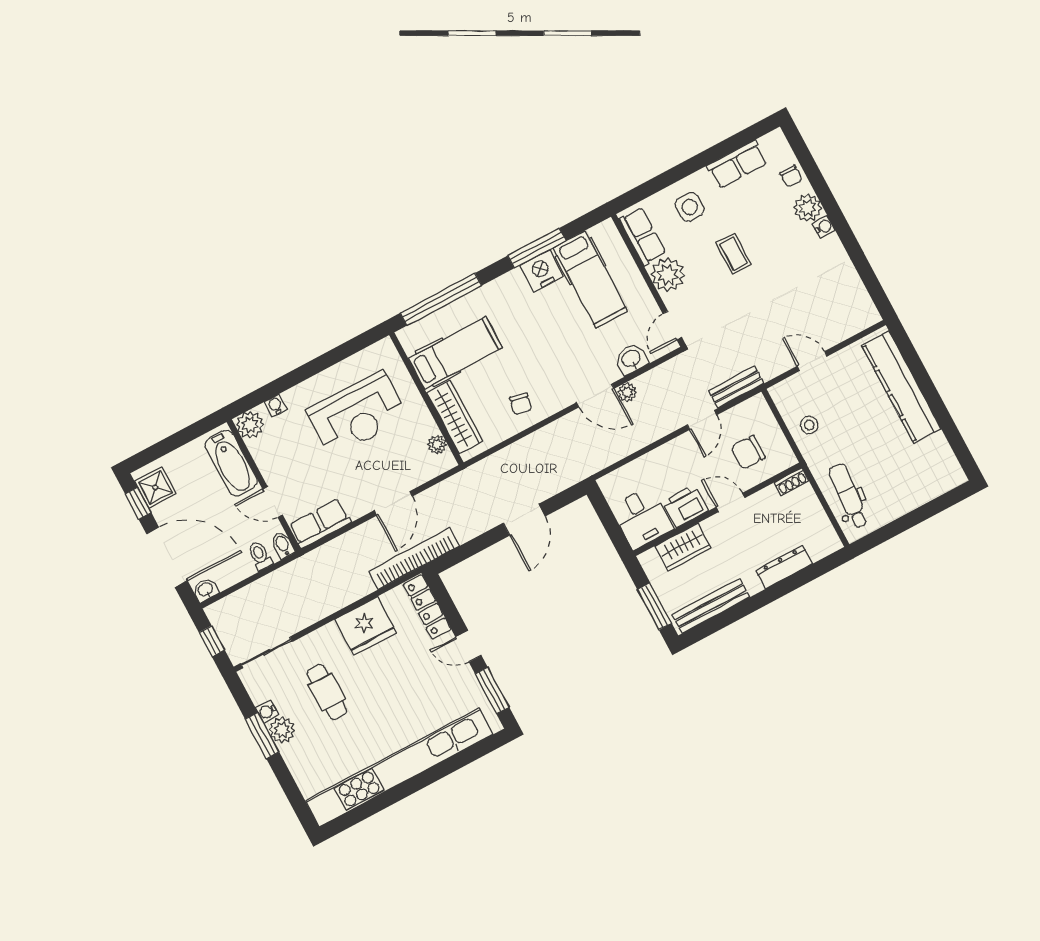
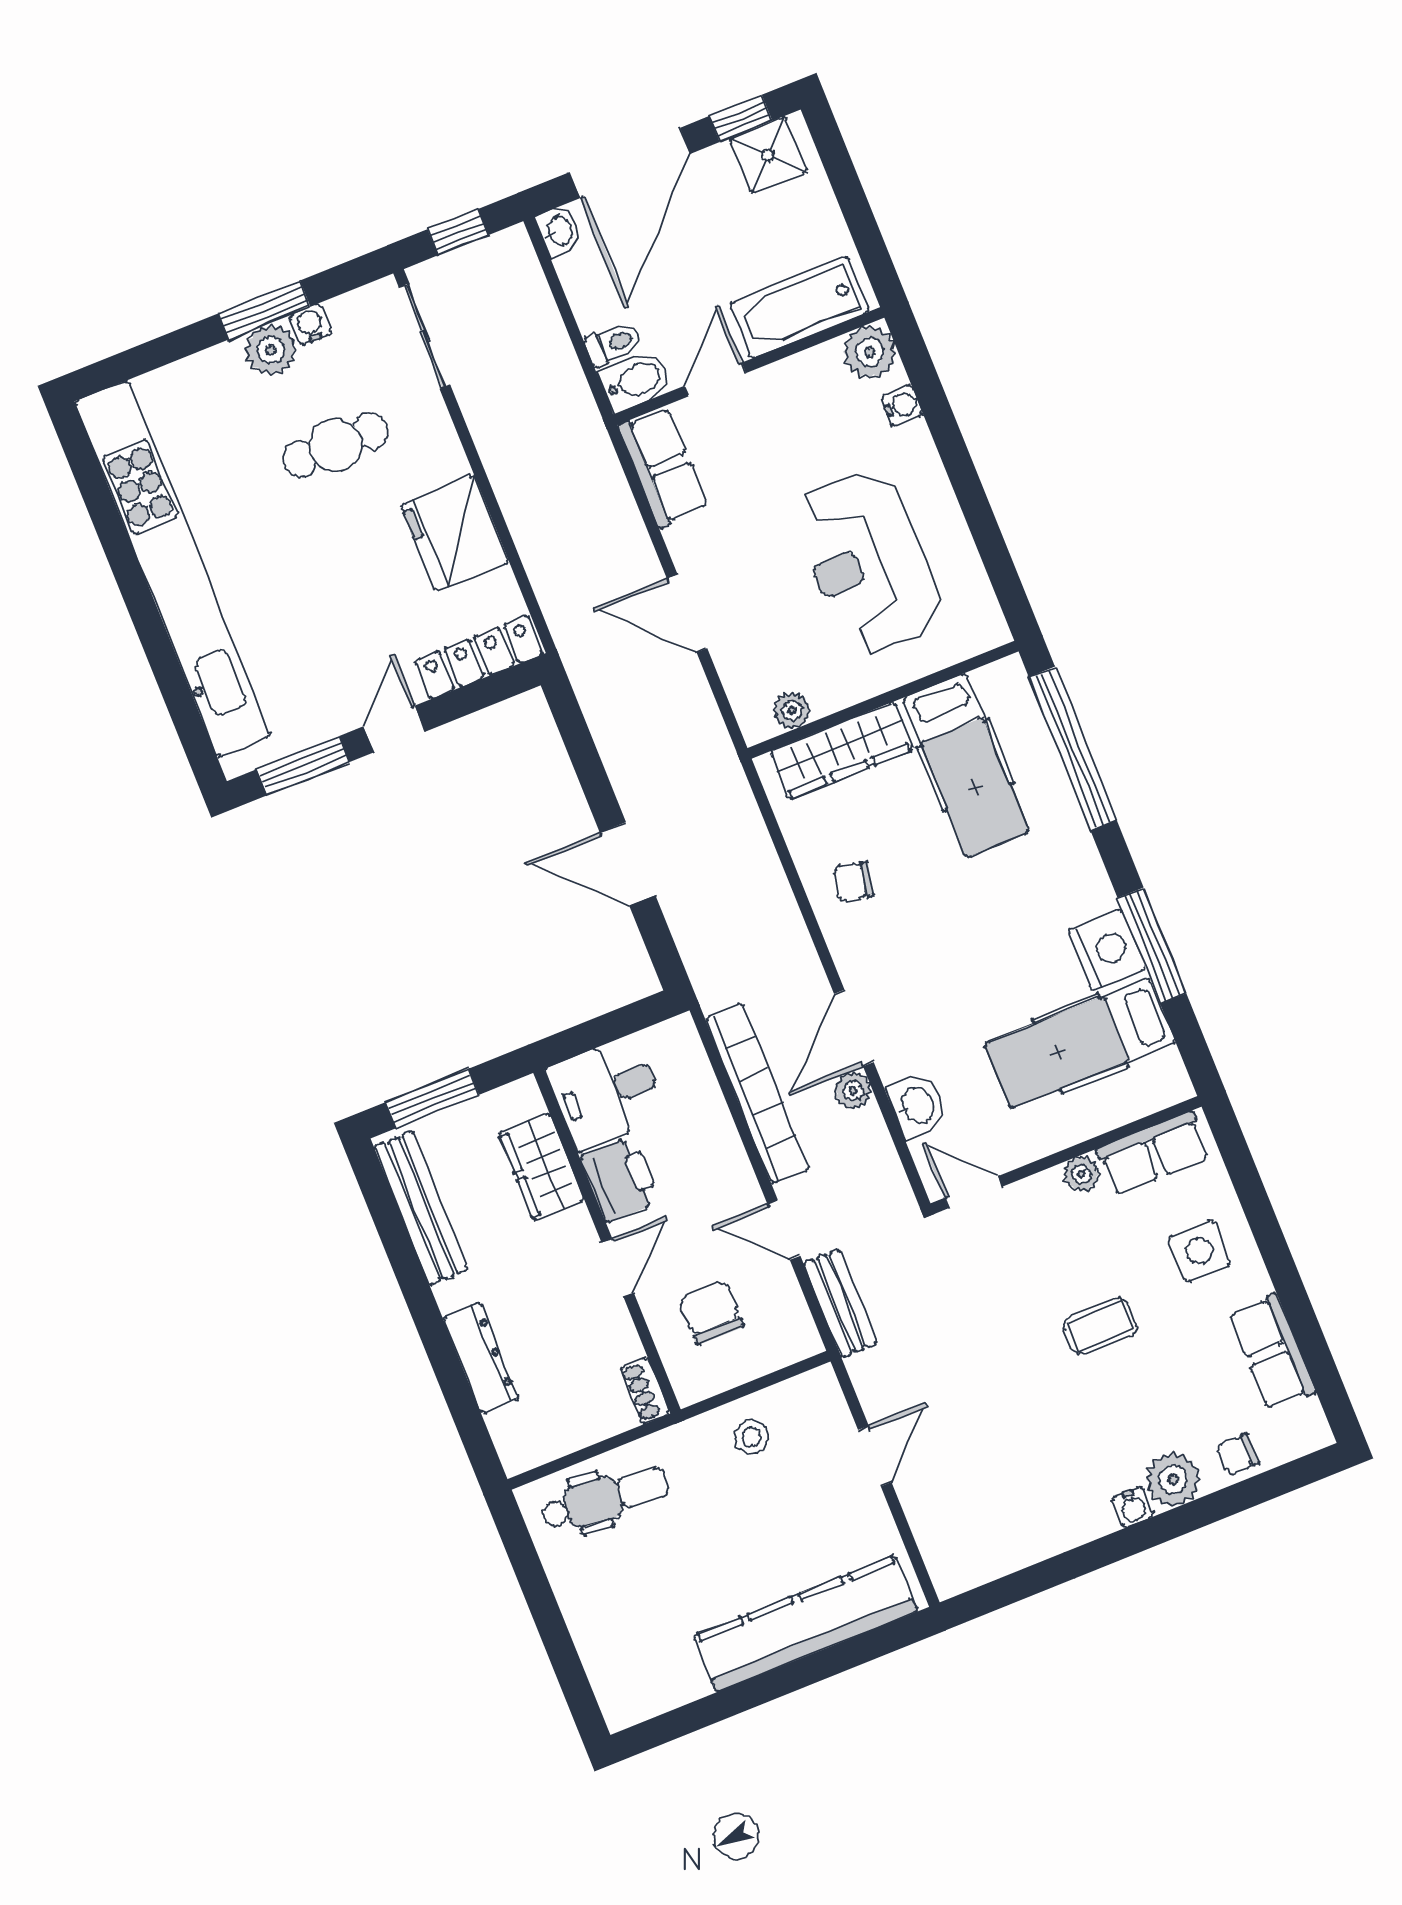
plant: (668, 275) -> (1081, 1174), width x0.53, depth x0.53
bidet: (283, 545) -> (635, 381), width x1.38, depth x1.36
bookcase: (414, 559) -> (757, 1094), moved

